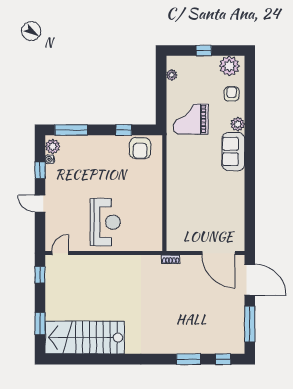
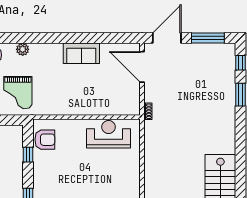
sofa: (233, 152) -> (81, 53), moved
reception desk: (105, 222) -> (109, 134), moved
door: (219, 253) -> (142, 67), swing flipped

